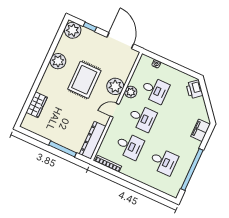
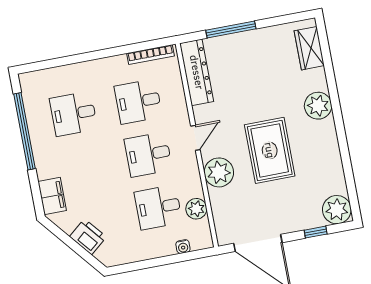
plant: (58, 61) -> (318, 106), moved
printer: (195, 89) -> (88, 237), moved
plant: (131, 92) -> (196, 209), moved
wardrobe: (37, 105) -> (309, 48), moved

